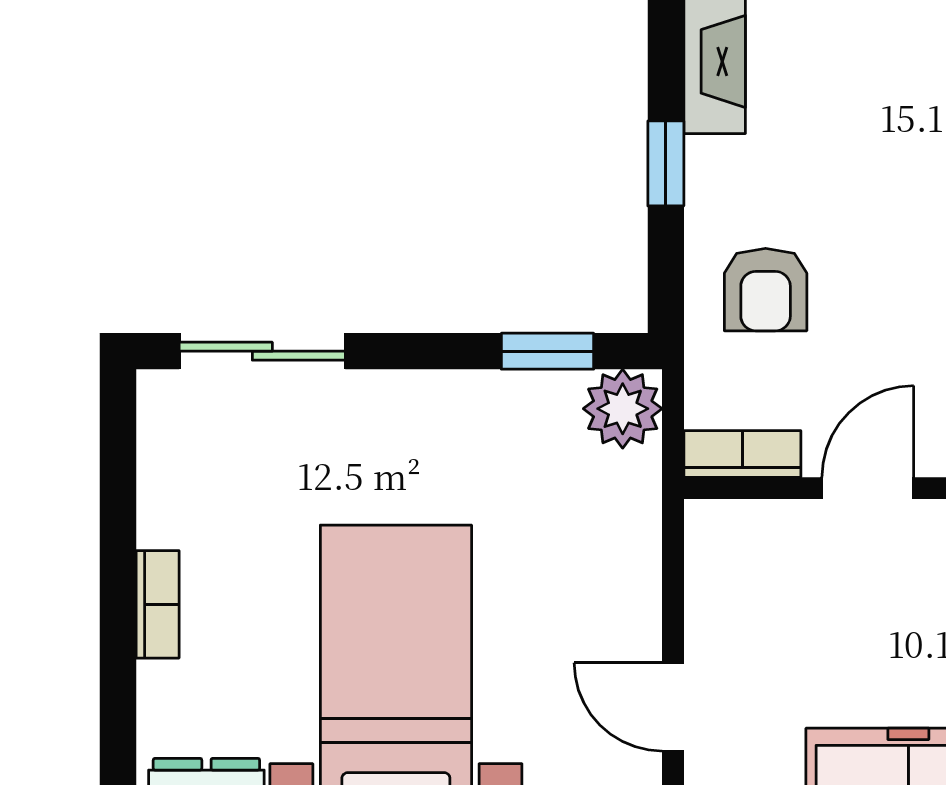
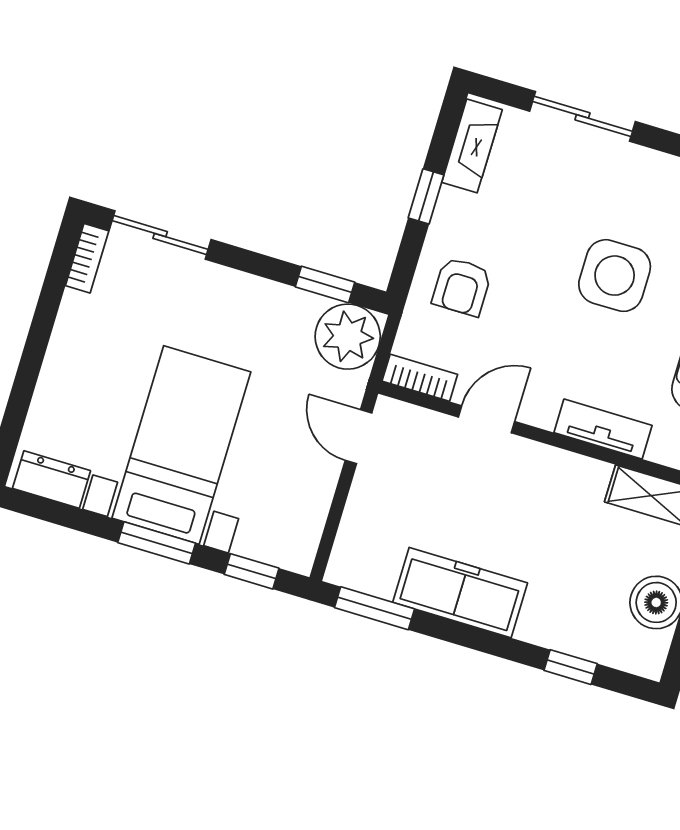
plant: (623, 409) -> (348, 337), width x1.36, depth x1.36
bookcase: (158, 604) -> (87, 258), moved
door: (673, 707) -> (358, 437), moved

